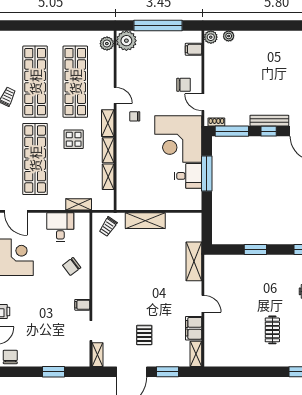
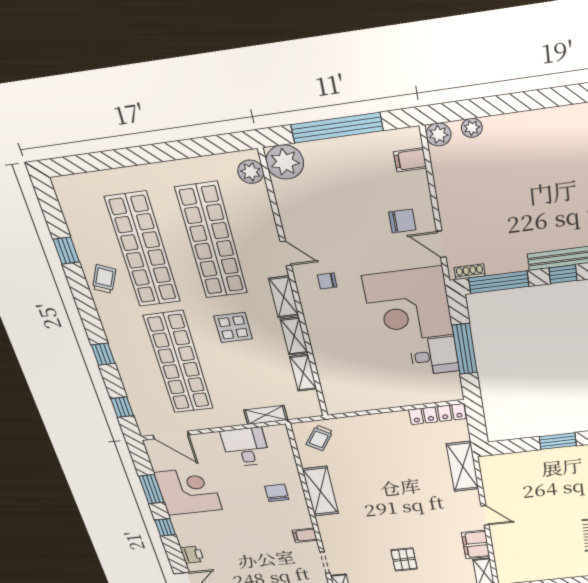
locker: (184, 219) -> (437, 414), added
shelving: (145, 221) -> (320, 491), moved, turned 90
chair: (72, 266) -> (277, 493), turned 127

